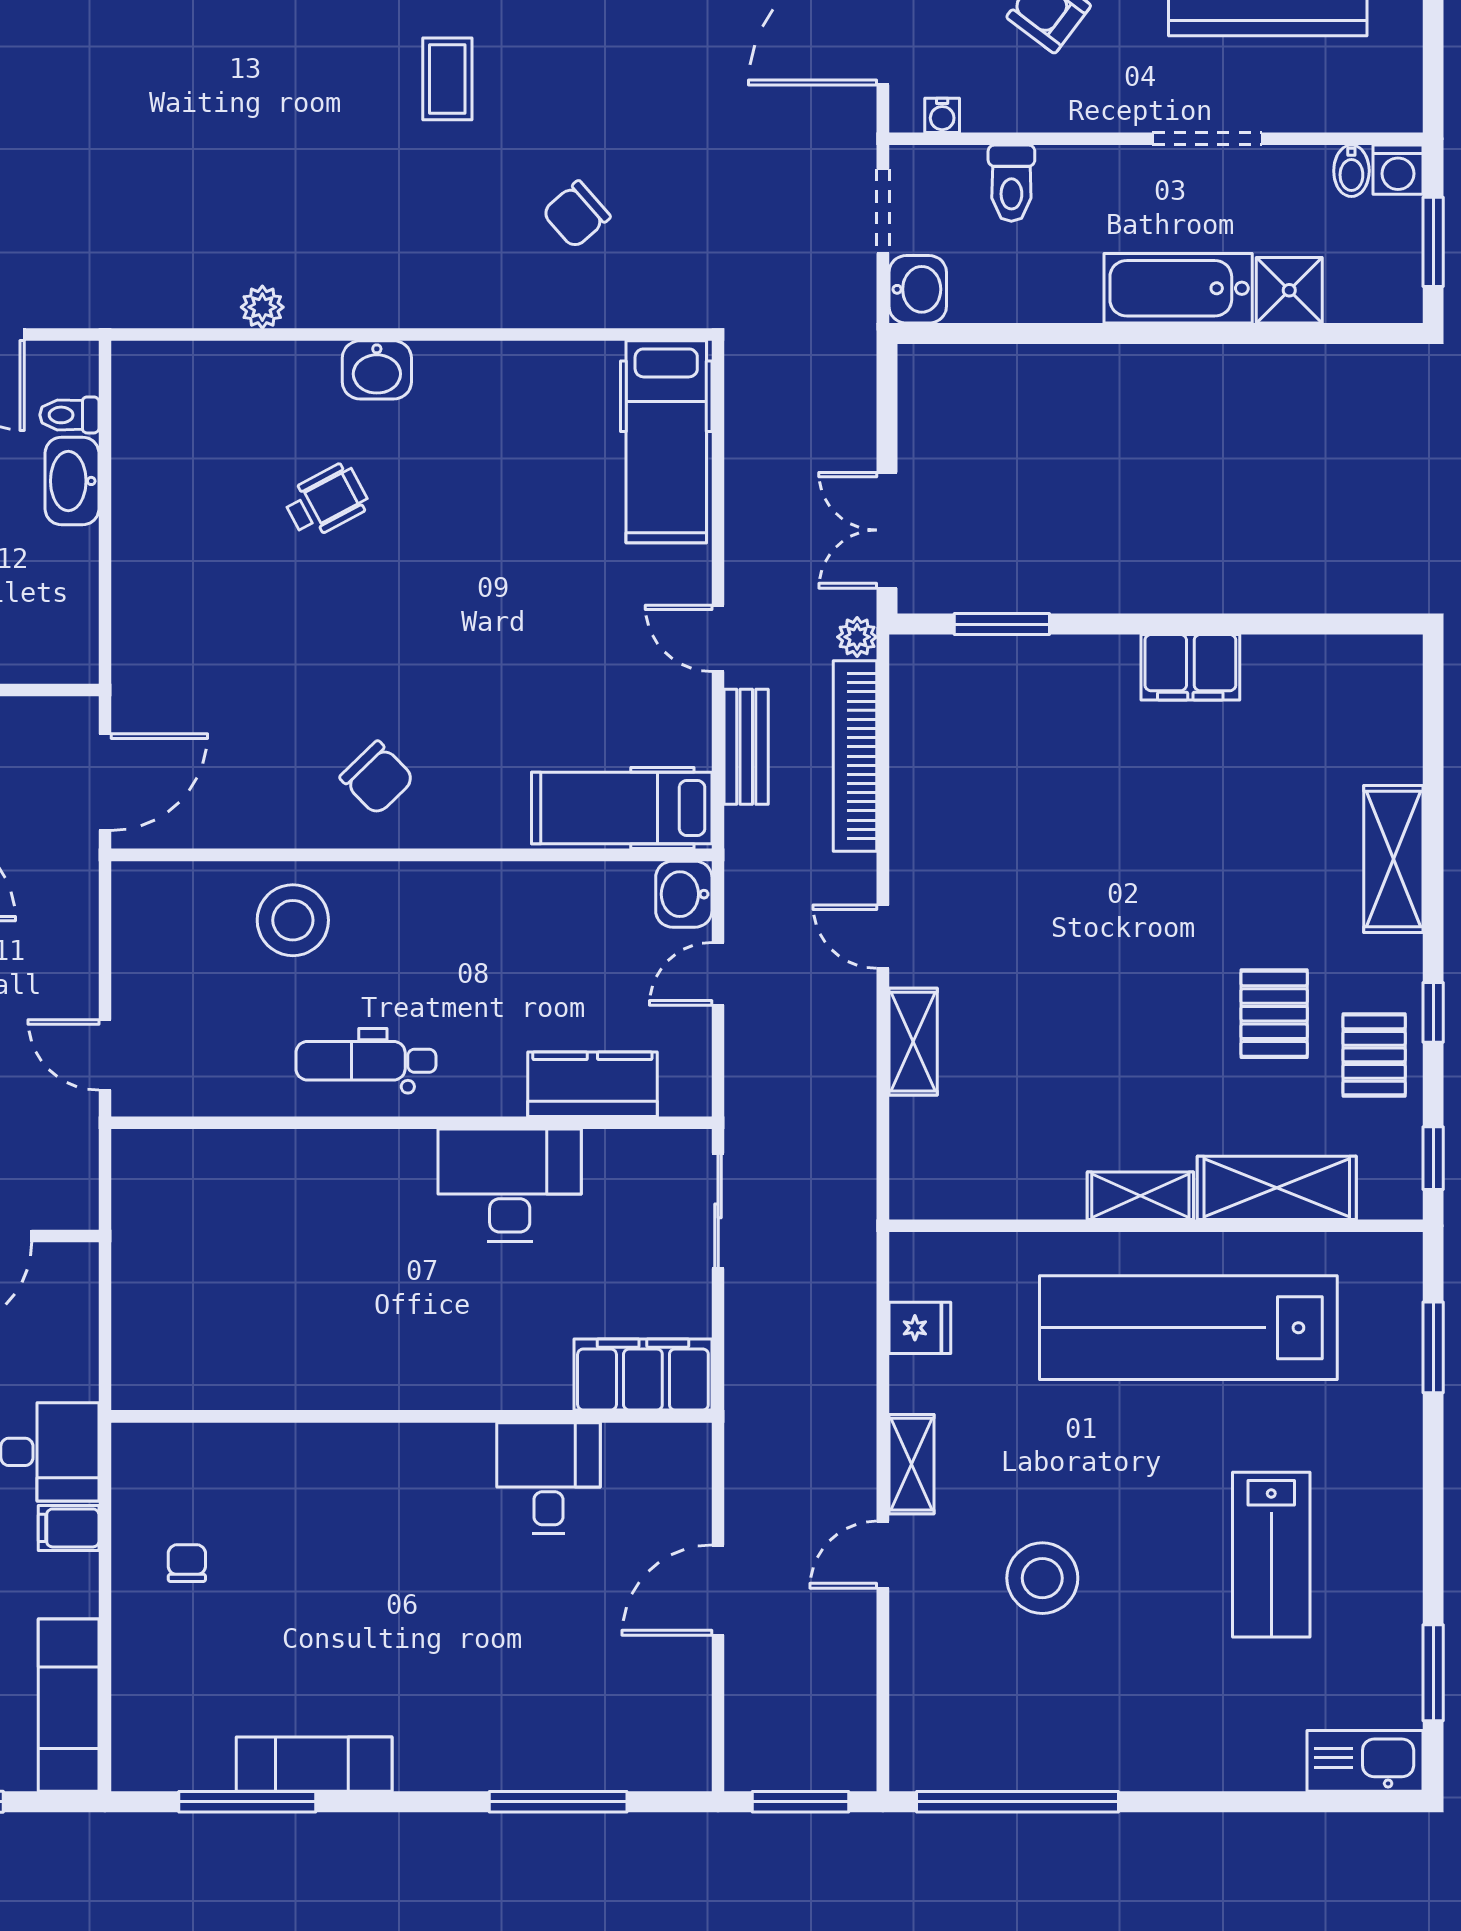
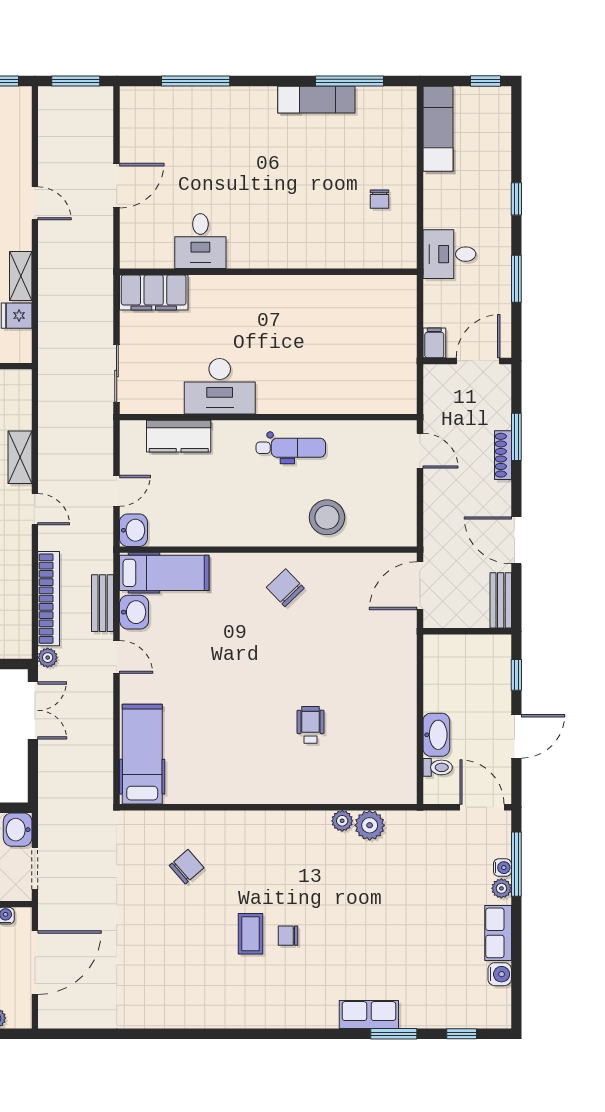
chair: (372, 75) -> (288, 936), added
plant: (207, 298) -> (370, 825), added
washbasin: (377, 370) -> (134, 612), moved, turned 90
wheelchair: (326, 501) -> (310, 725), turned 118
shelving: (911, 1464) -> (21, 276), moved
filing cabinet: (69, 1528) -> (434, 343), moved, turned -90
door: (883, 1555) -> (35, 203), hinge flipped

